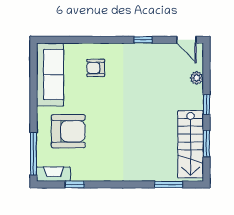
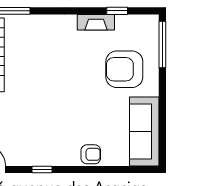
armchair: (96, 68) -> (91, 154), moved
fireplace: (53, 174) -> (96, 22), moved

